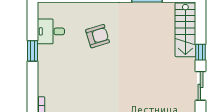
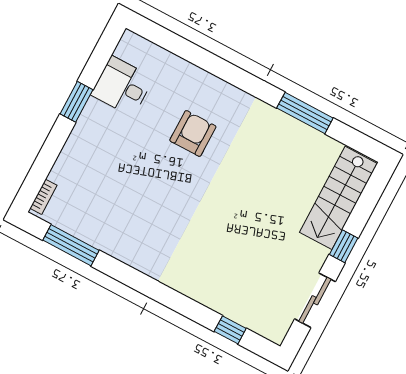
armchair: (98, 36) -> (193, 133), turned -73

